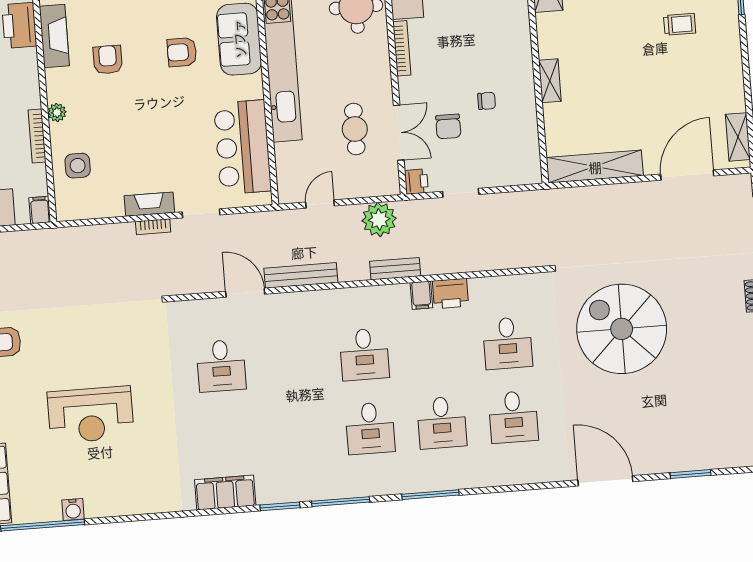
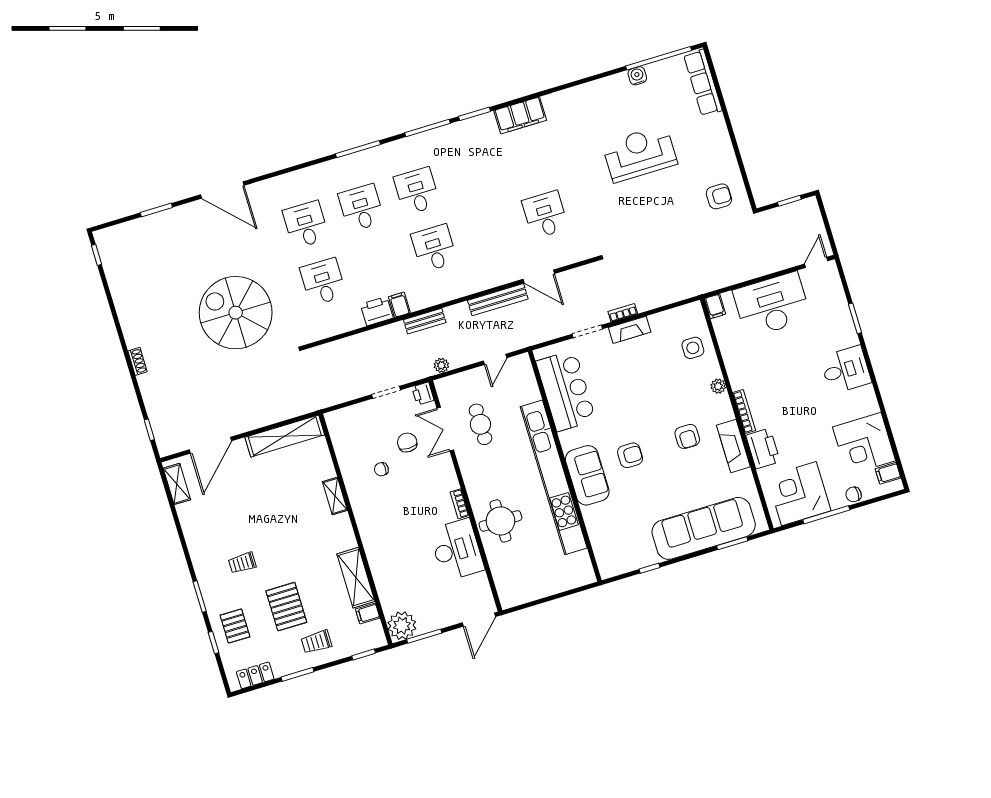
bookcase: (402, 48) -> (460, 504), width x0.64
bookcase: (37, 136) -> (744, 412), moved
plant: (379, 219) -> (441, 365), width x0.53, depth x0.53
spiral stairs: (622, 329) -> (236, 313), turned 180

